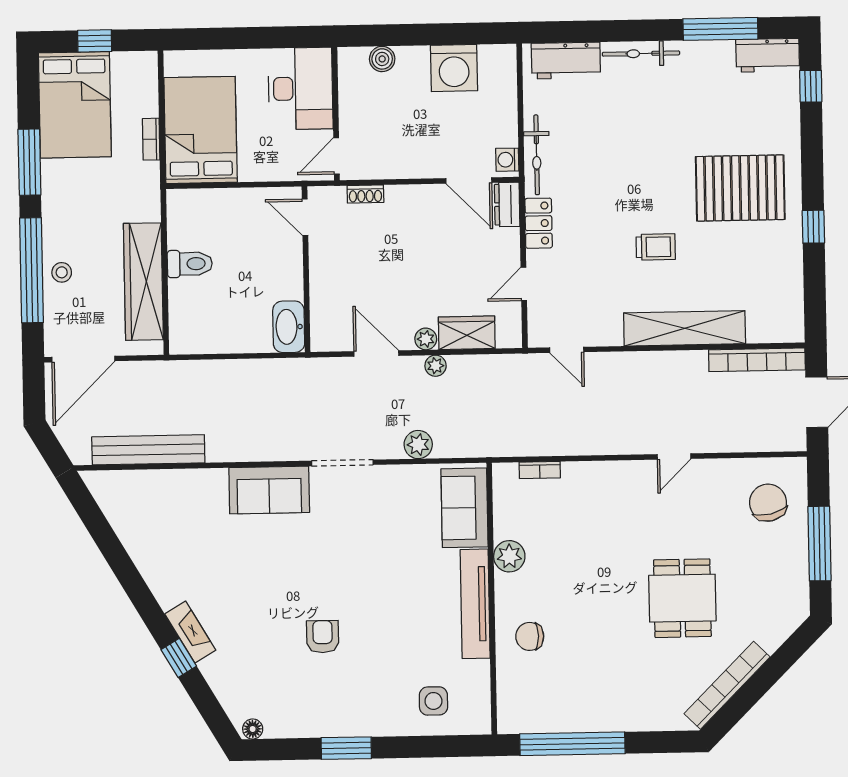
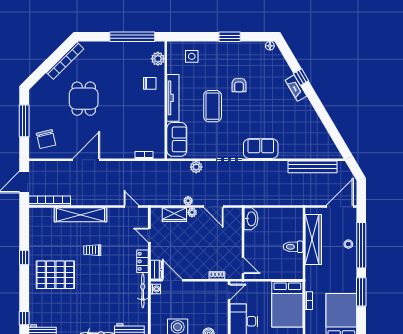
door: (524, 284) -> (149, 235), swing flipped
door: (674, 456) -> (86, 160), width x1.87
plant: (509, 556) -> (158, 59), moved
coffee table: (383, 586) -> (213, 106), added

